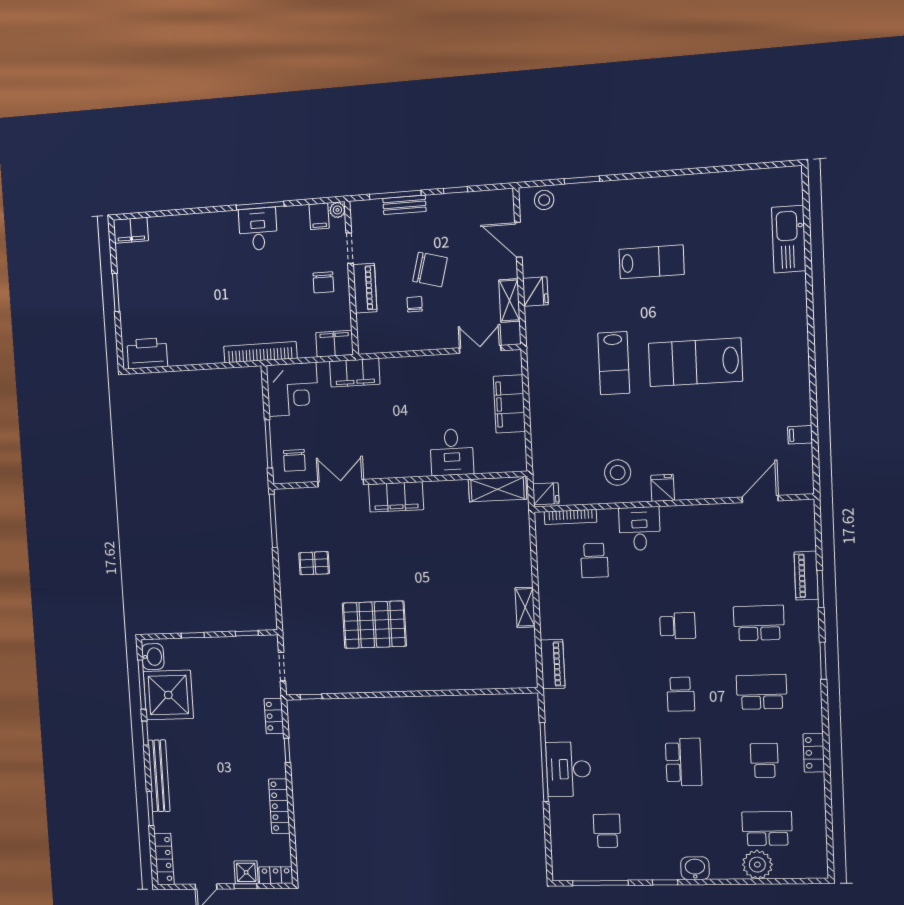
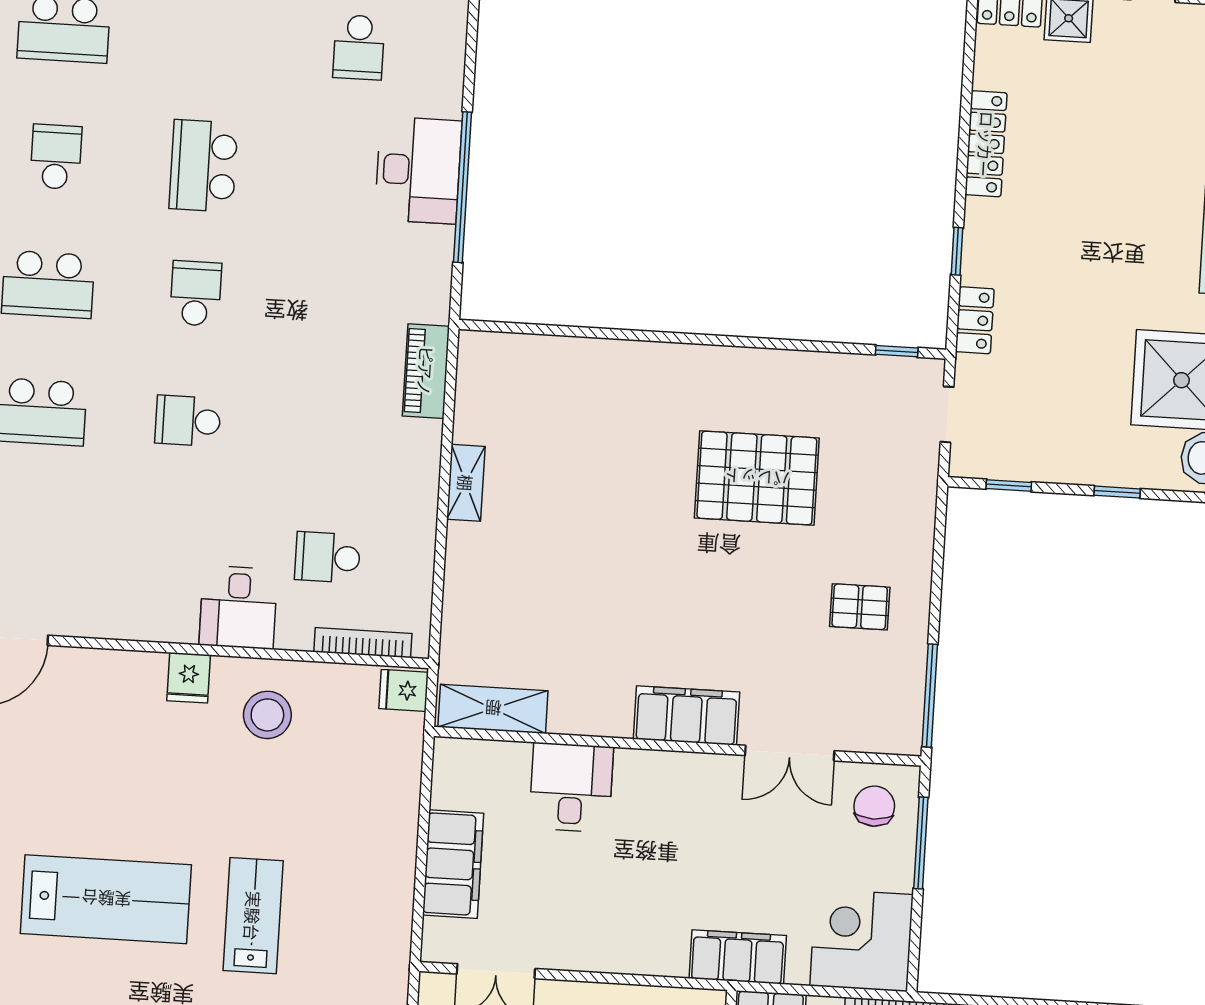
school desk: (594, 560) -> (328, 557), turned -90
school desk: (764, 760) -> (56, 157), turned 180

